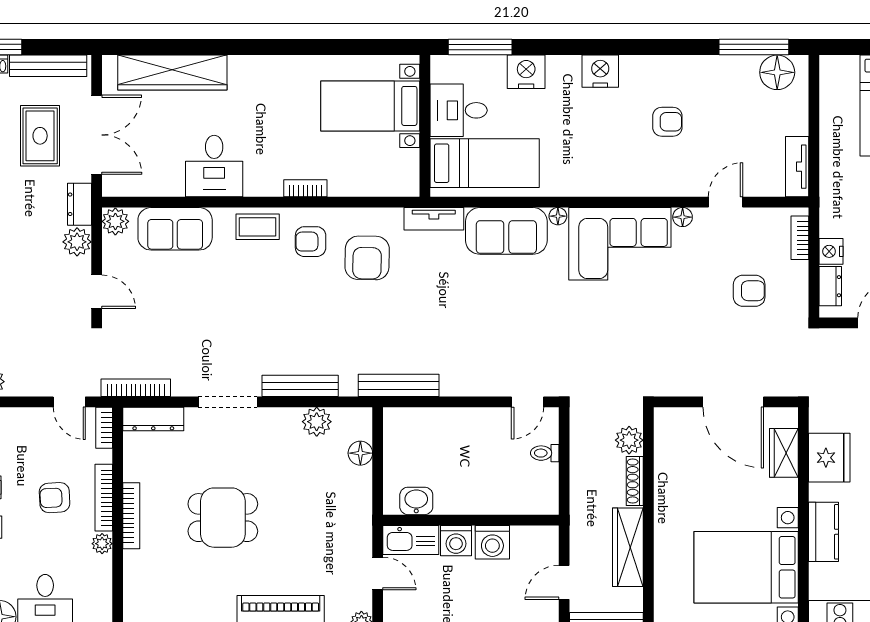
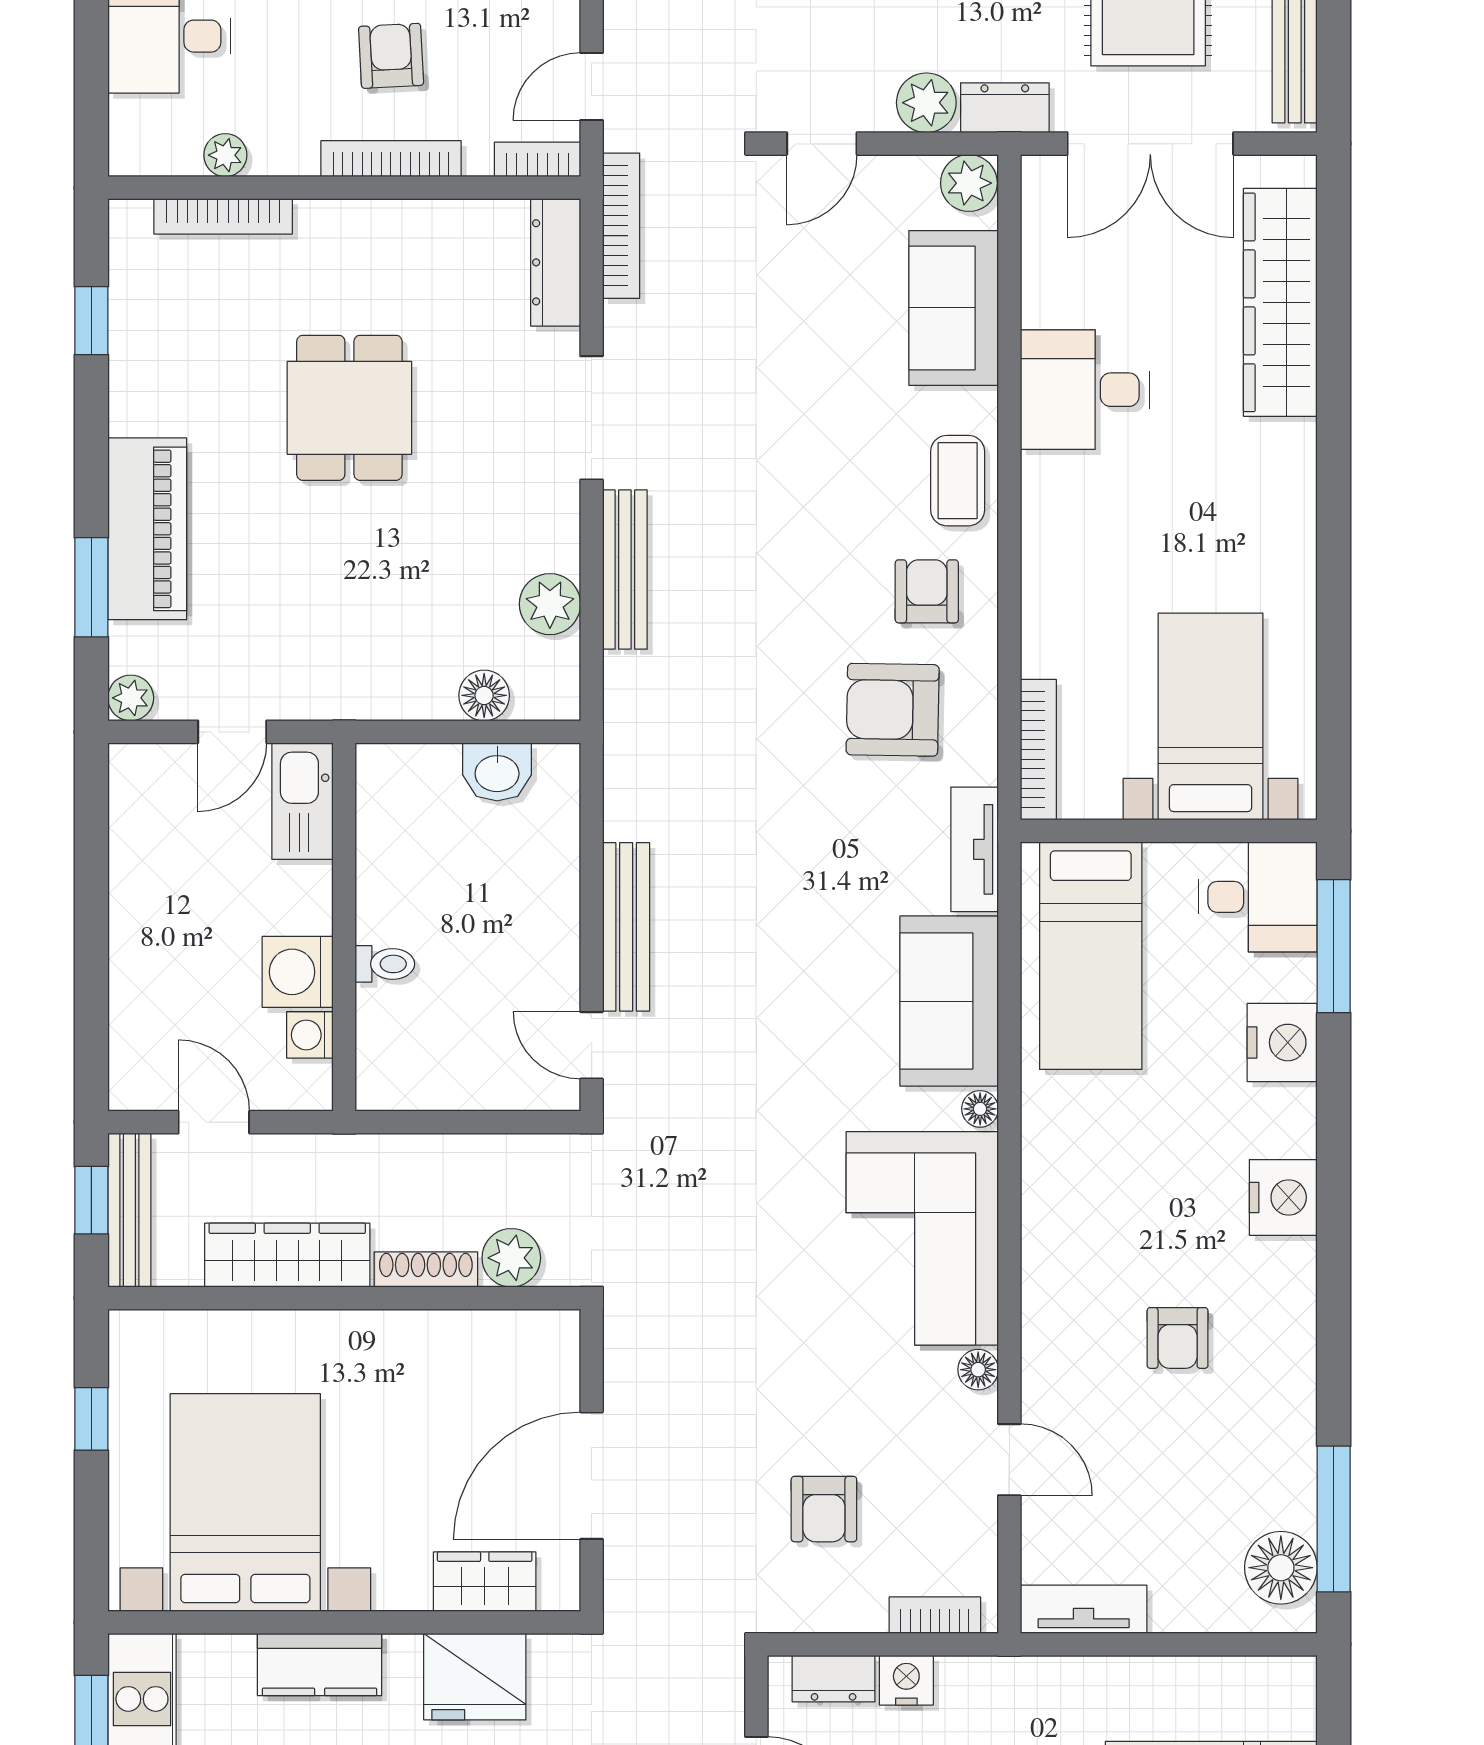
desk: (459, 110) -> (1258, 897), moved, turned 90
bookcase: (305, 188) -> (1038, 750), moved, width x1.56
bench: (399, 385) -> (626, 927), moved
toilet: (545, 453) -> (385, 964), moved, turned 90
washbasin: (416, 501) -> (497, 772), moved, turned 90
bookcase: (131, 516) -> (223, 216), moved
washing machine: (456, 541) -> (310, 1035), moved, width x0.73, depth x0.73
plant: (102, 544) -> (225, 155), moved

